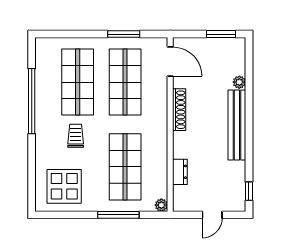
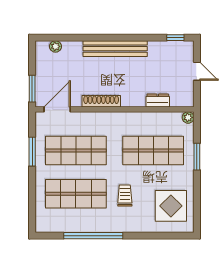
window: (221, 34) -> (32, 89), moved
plant: (239, 82) -> (56, 46), moved
trolley: (76, 136) -> (125, 196), turned 90
window: (118, 215) -> (197, 157), width x0.69

